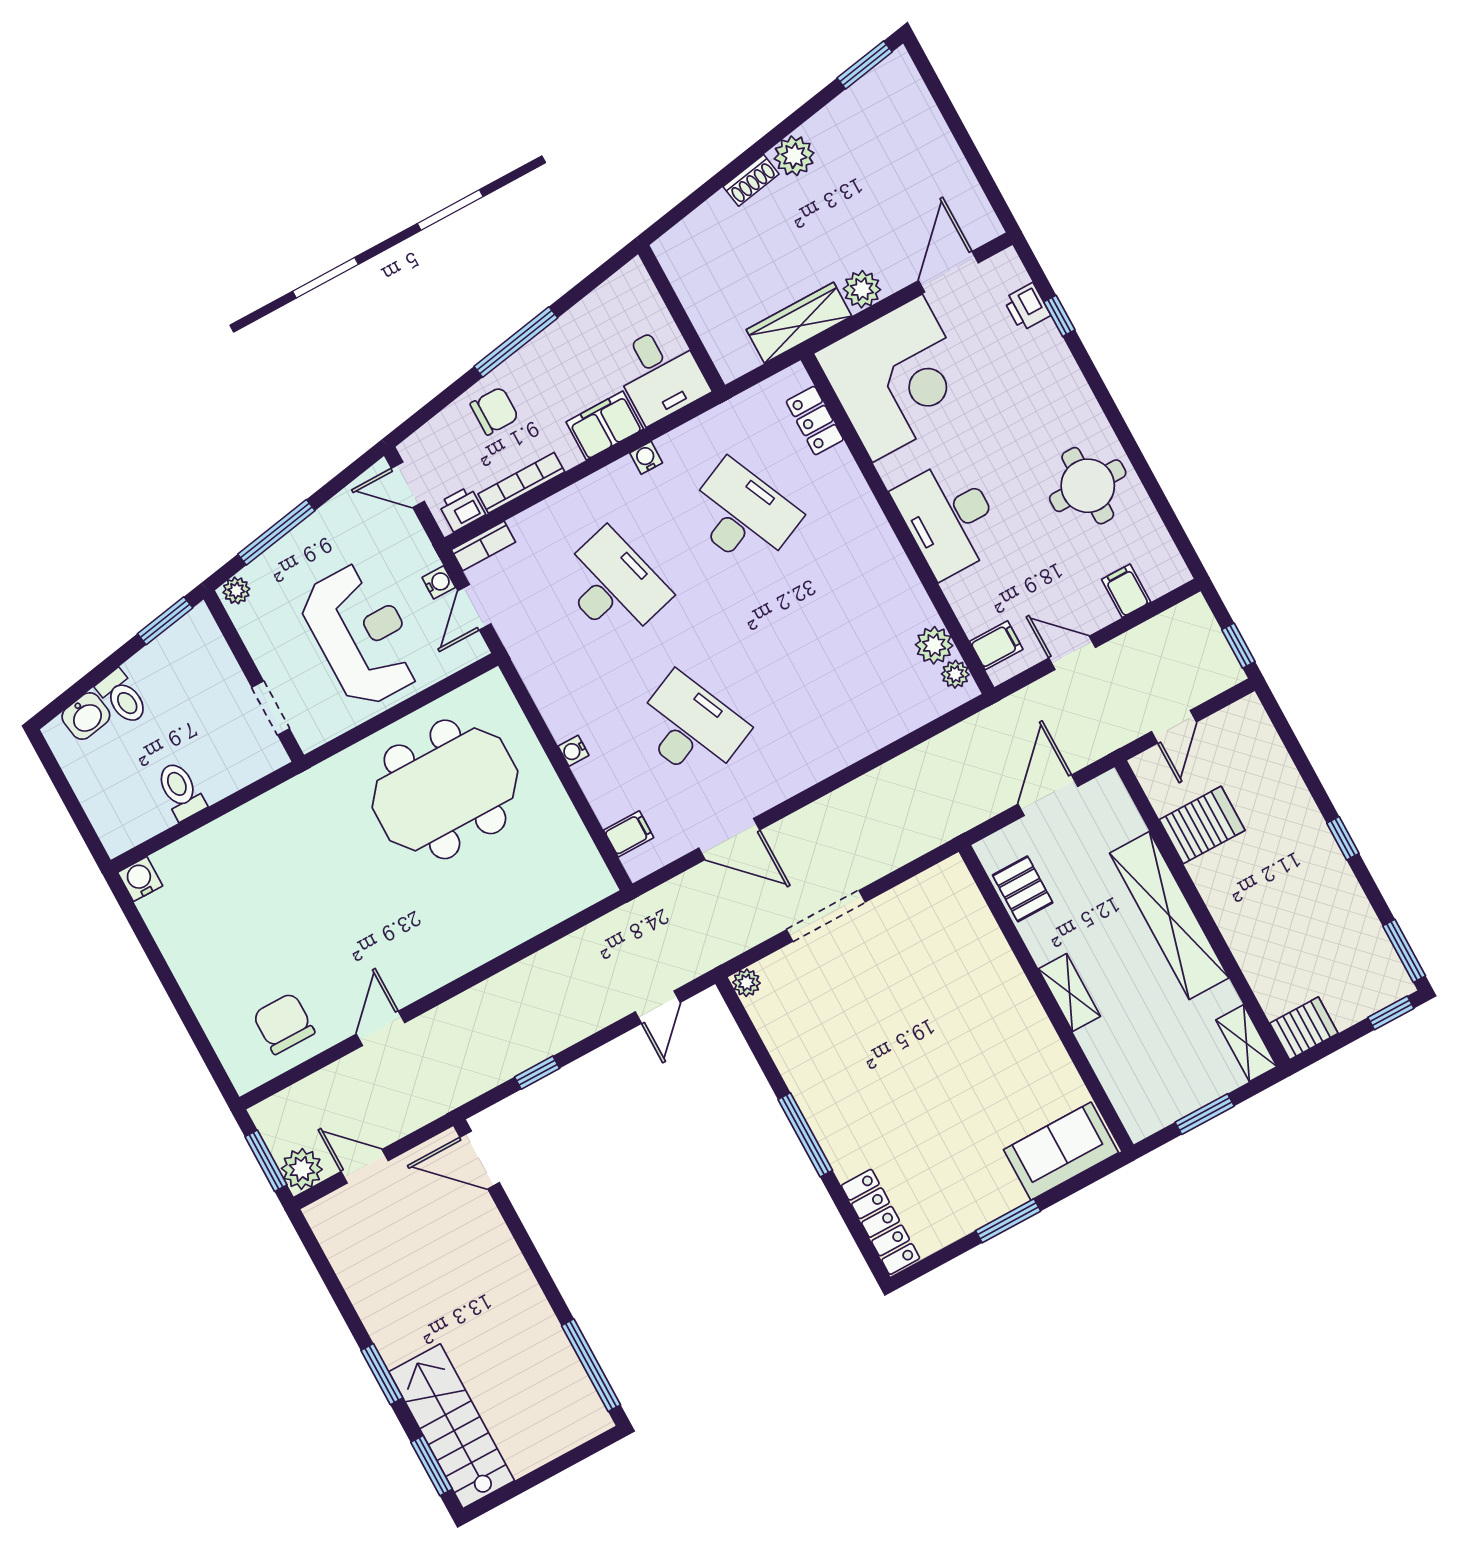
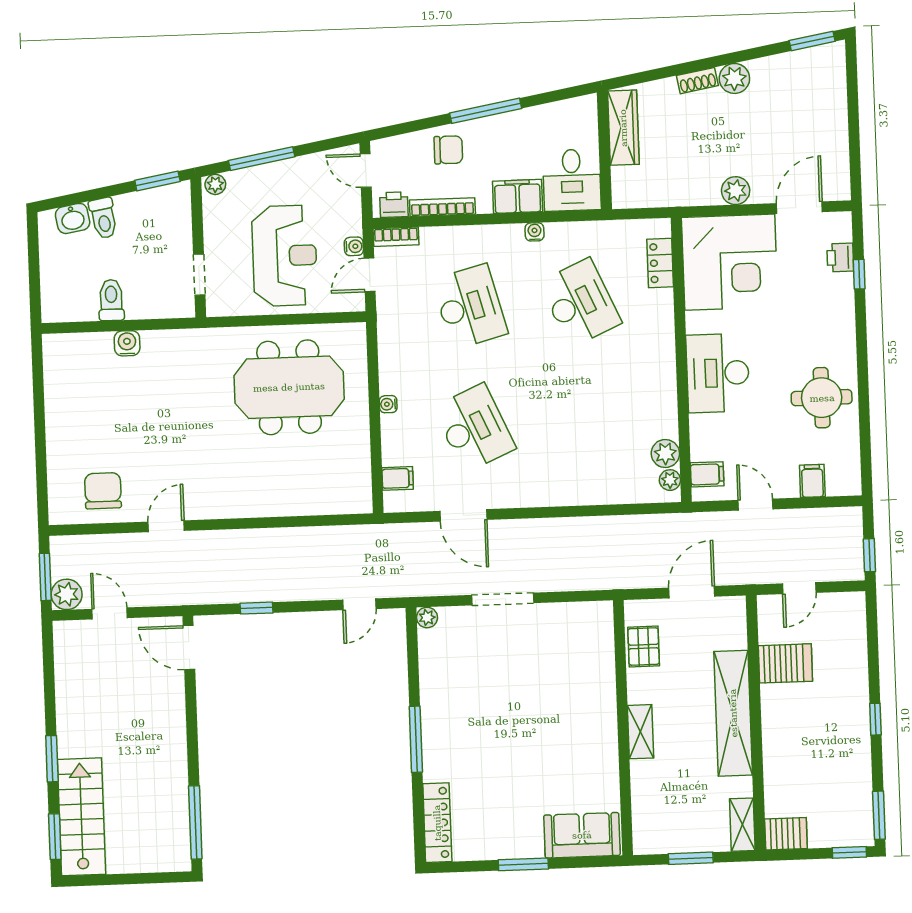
wardrobe: (799, 323) -> (623, 128), moved, turned 90
water cooler: (140, 879) -> (127, 343), moved

